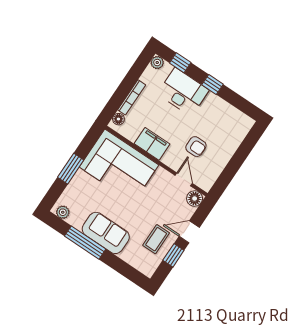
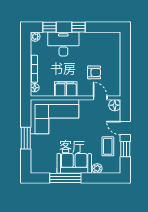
plant: (63, 212) -> (97, 168), moved
door: (189, 232) -> (125, 128), hinge flipped

